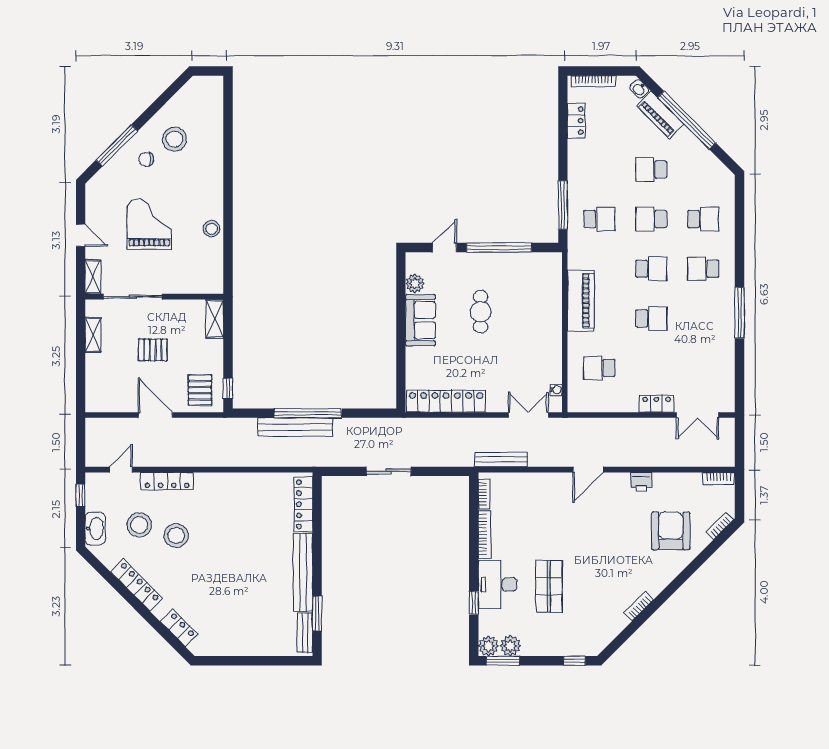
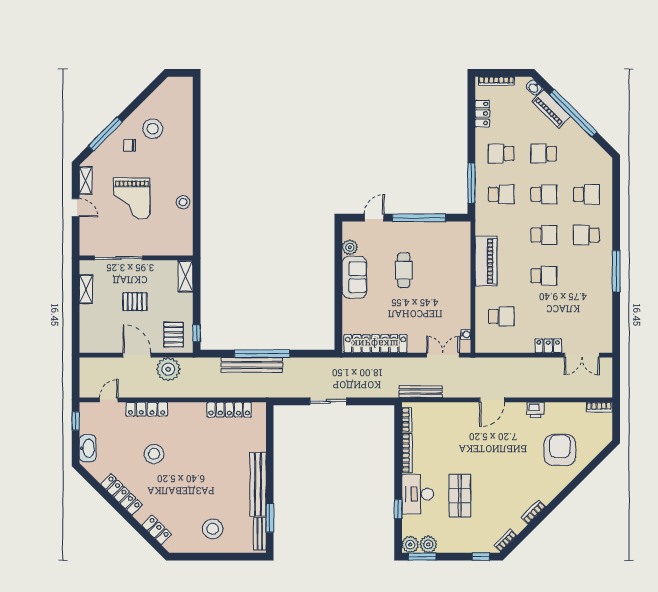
school desk: (599, 169) -> (501, 154), added
school desk: (651, 219) -> (544, 194), turned 180
grand piano: (149, 224) -> (132, 199), turned 180
shelving: (93, 277) -> (86, 181), moved
school desk: (599, 368) -> (501, 316), turned 180
plant: (193, 432) -> (168, 369), added
locker: (303, 504) -> (229, 410), moved, turned -90
stool: (139, 525) -> (213, 529), moved
bookcase: (720, 526) -> (505, 540), moved

